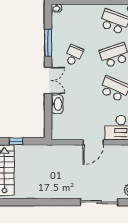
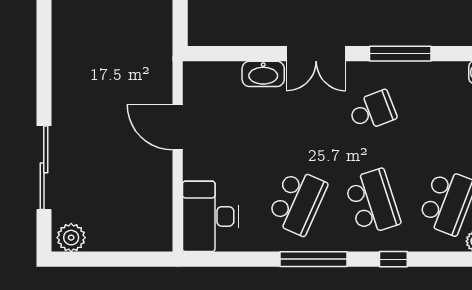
school desk: (74, 55) -> (372, 111), turned -45
door: (93, 142) -> (178, 127), moved

